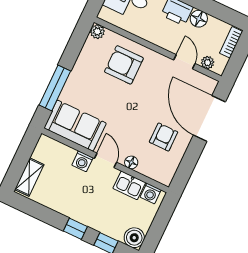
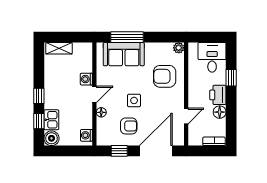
plant: (208, 63) -> (193, 132), removed
armchair: (124, 65) -> (165, 76), turned -90
side table: (136, 116) -> (134, 100), added
sofa: (75, 126) -> (124, 54), moved, turned 90
window: (188, 163) -> (119, 151), added
kitchen sink: (129, 185) -> (51, 120), moved, turned 180

